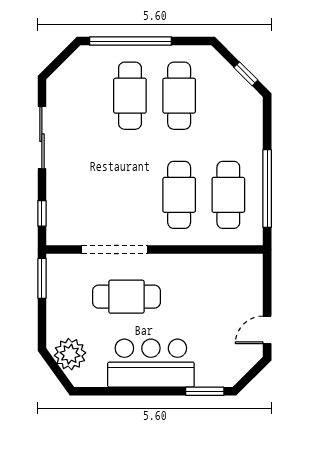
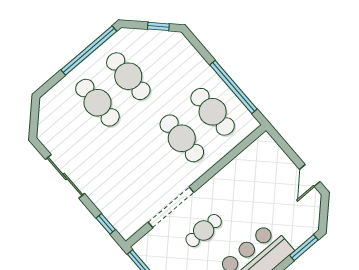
window: (130, 41) -> (89, 51), moved
cafe table: (126, 297) -> (204, 231), width x0.73, depth x0.74

